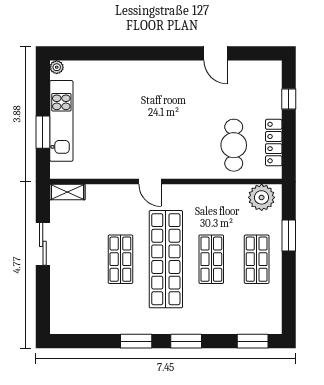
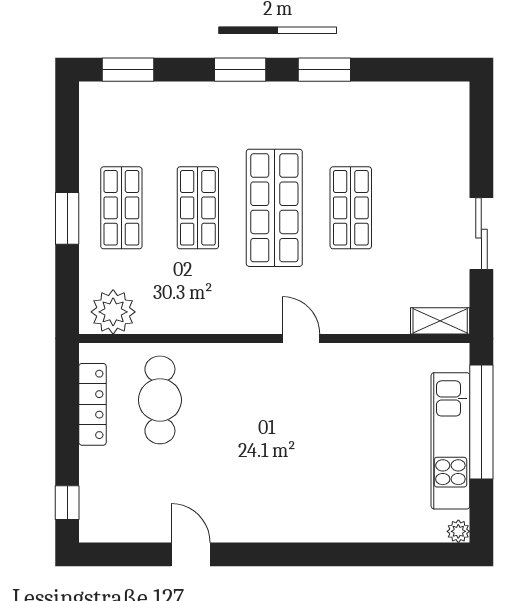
window: (289, 99) -> (67, 503), moved
window: (43, 132) -> (481, 422), width x2.11
window: (289, 235) -> (67, 218), moved
shop shelf: (166, 259) -> (274, 208), width x0.71

